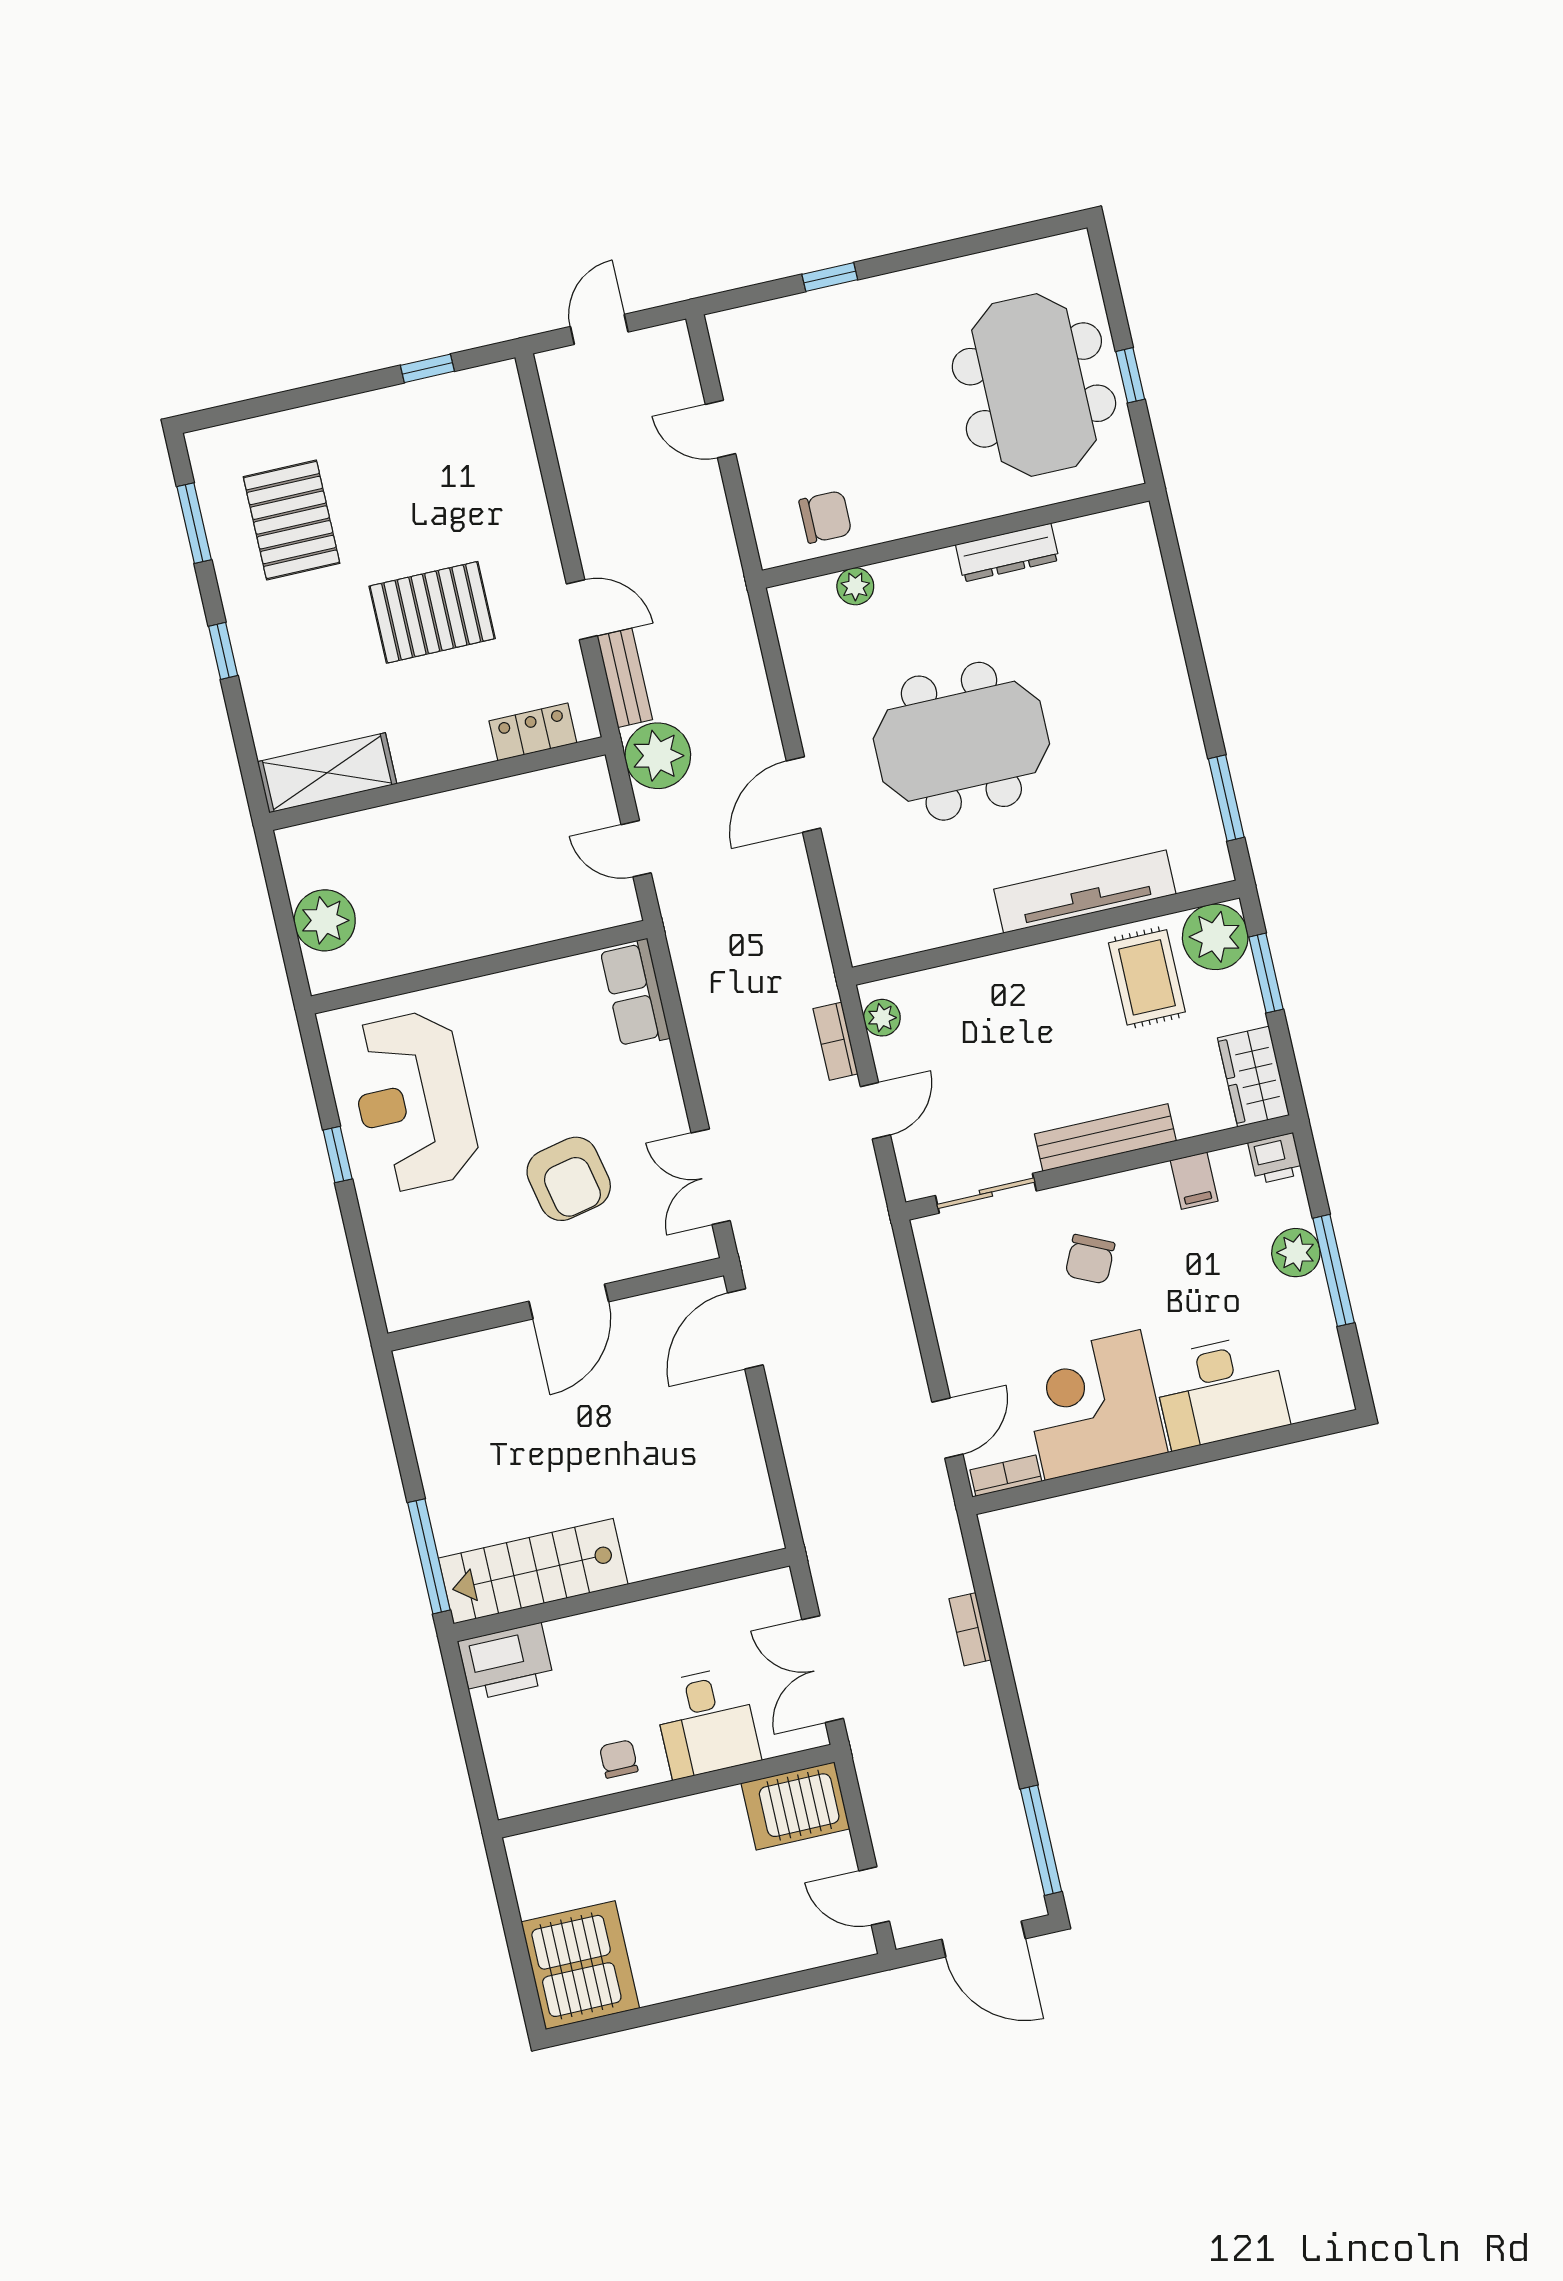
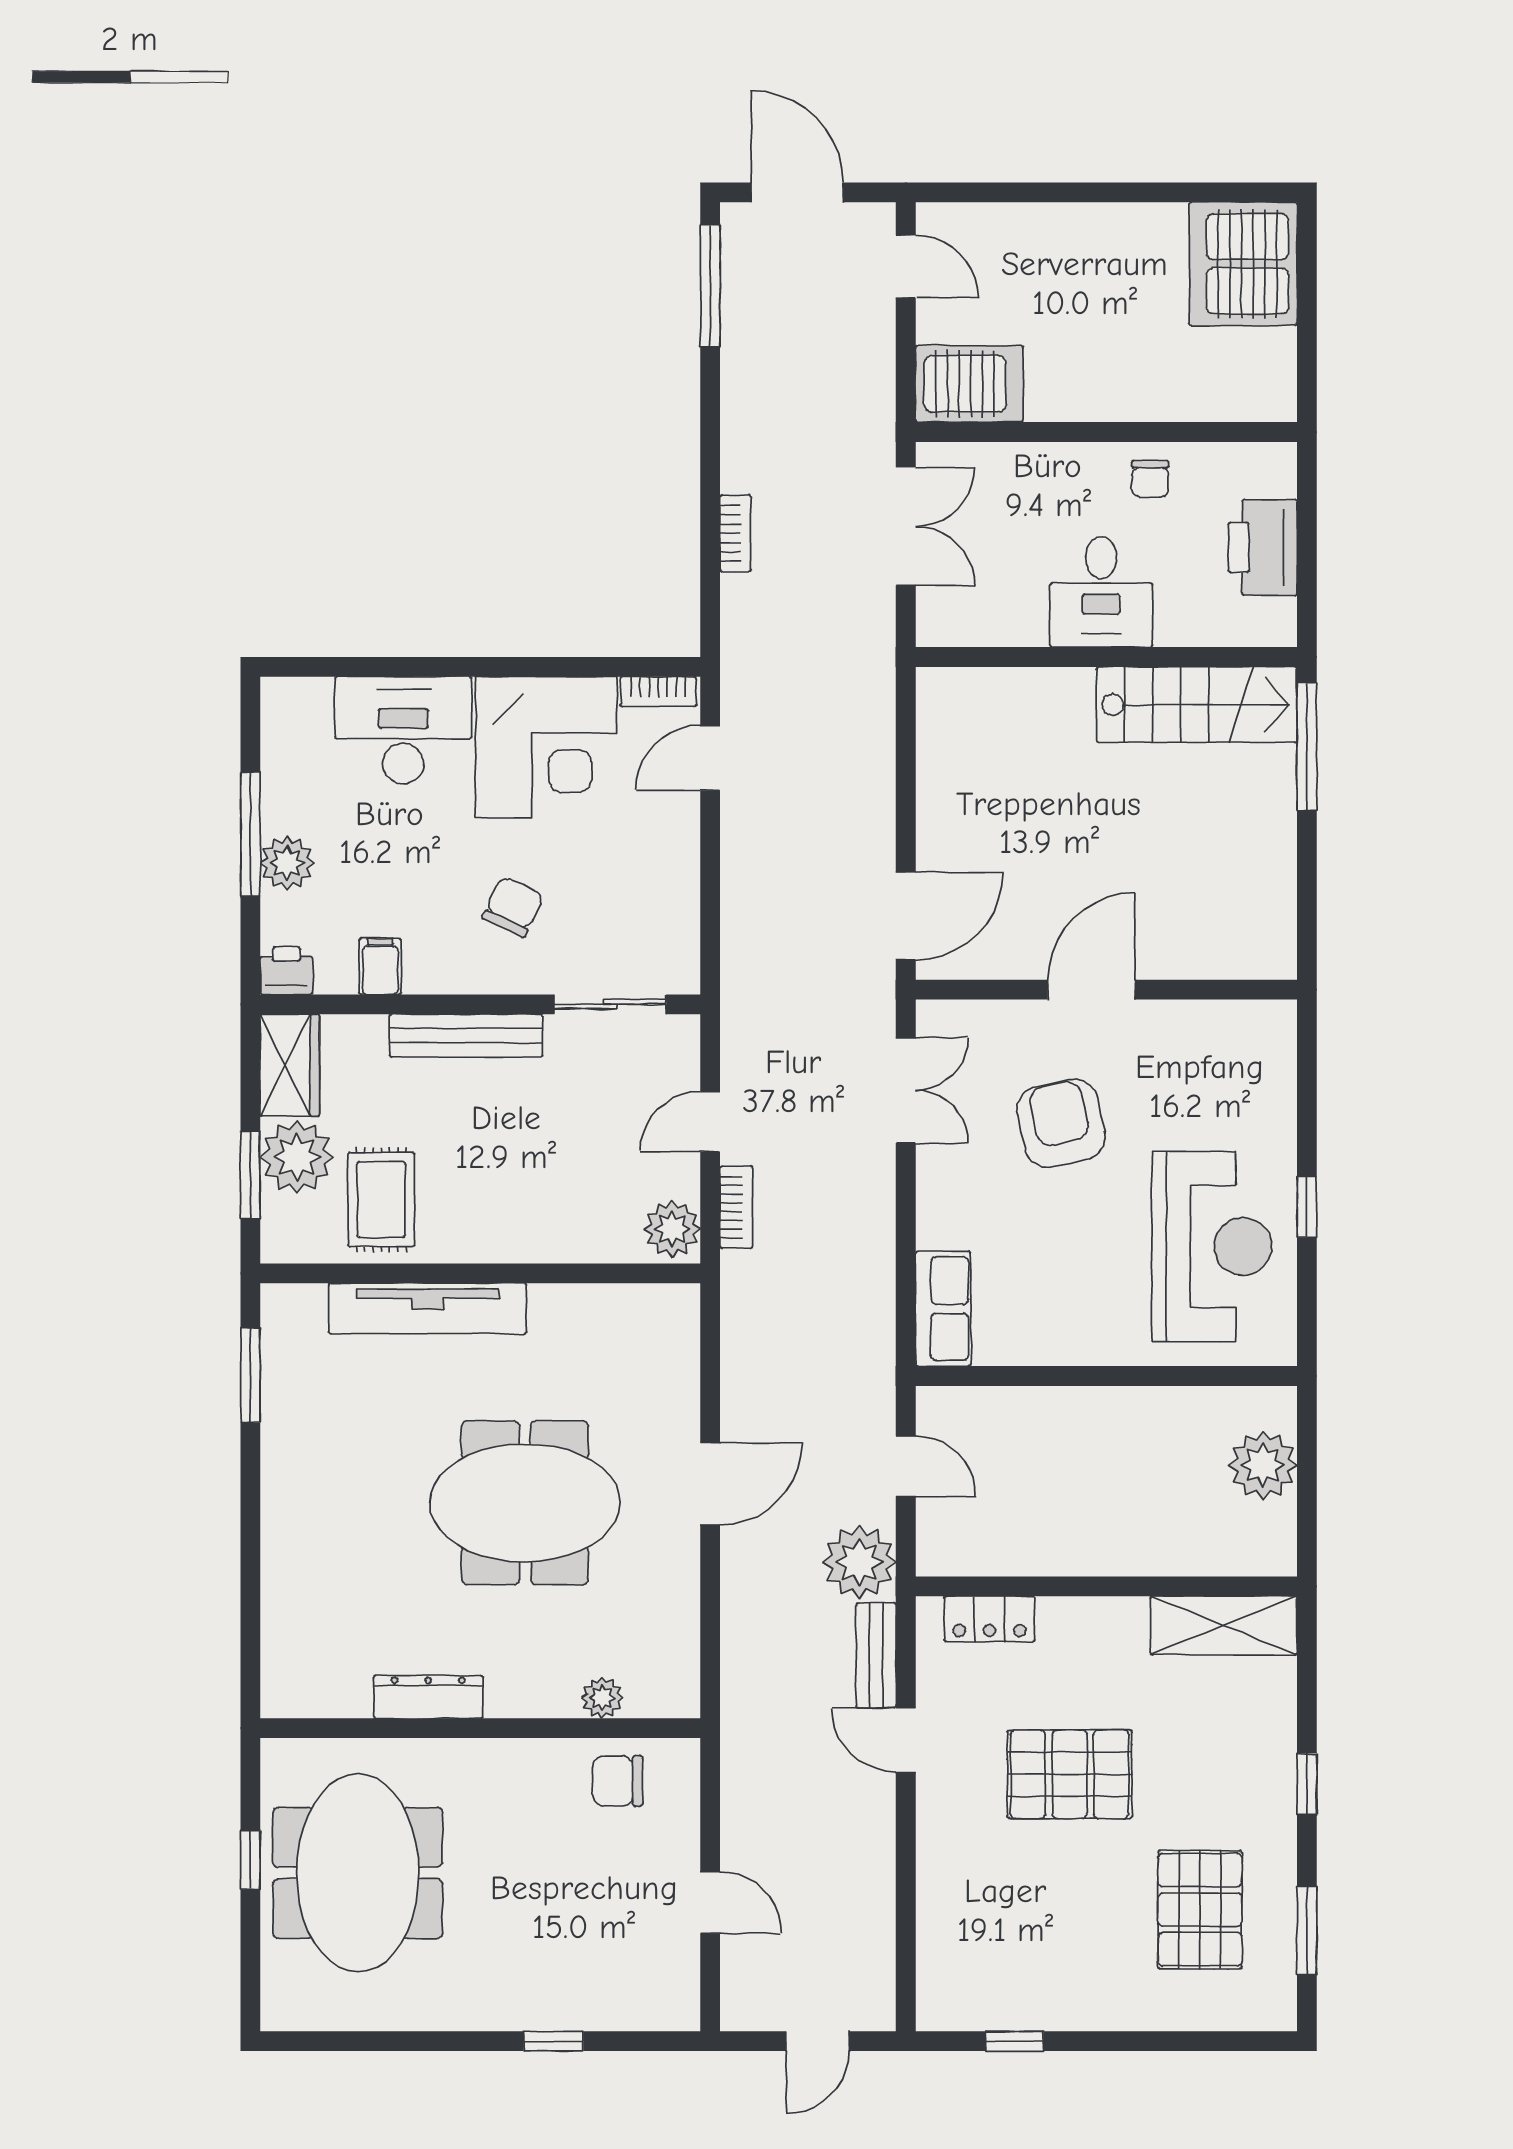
plant: (1215, 937) -> (297, 1157), moved
plant: (882, 1018) -> (672, 1229), width x1.38, depth x1.38
printer: (506, 1662) -> (1263, 547), moved, turned -90
desk: (706, 1722) -> (1101, 592), moved, turned 180

